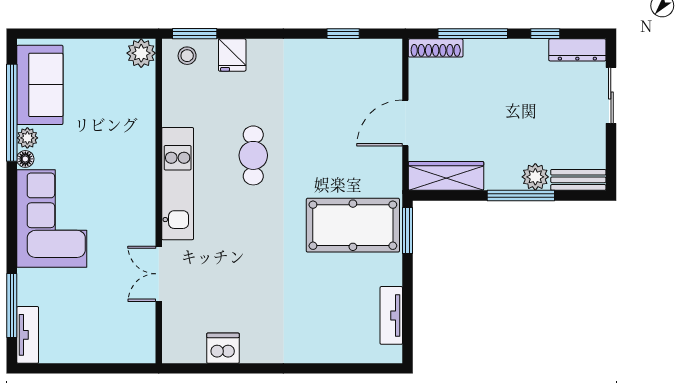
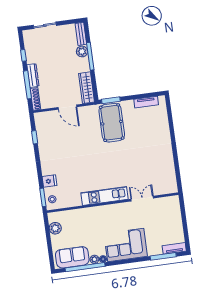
dresser: (577, 50) -> (33, 76), moved
plant: (141, 53) -> (55, 228), moved
cafe table: (253, 155) -> (89, 167), removed
double door: (159, 274) -> (142, 199), swing flipped
dishwasher: (223, 348) -> (169, 168), removed

